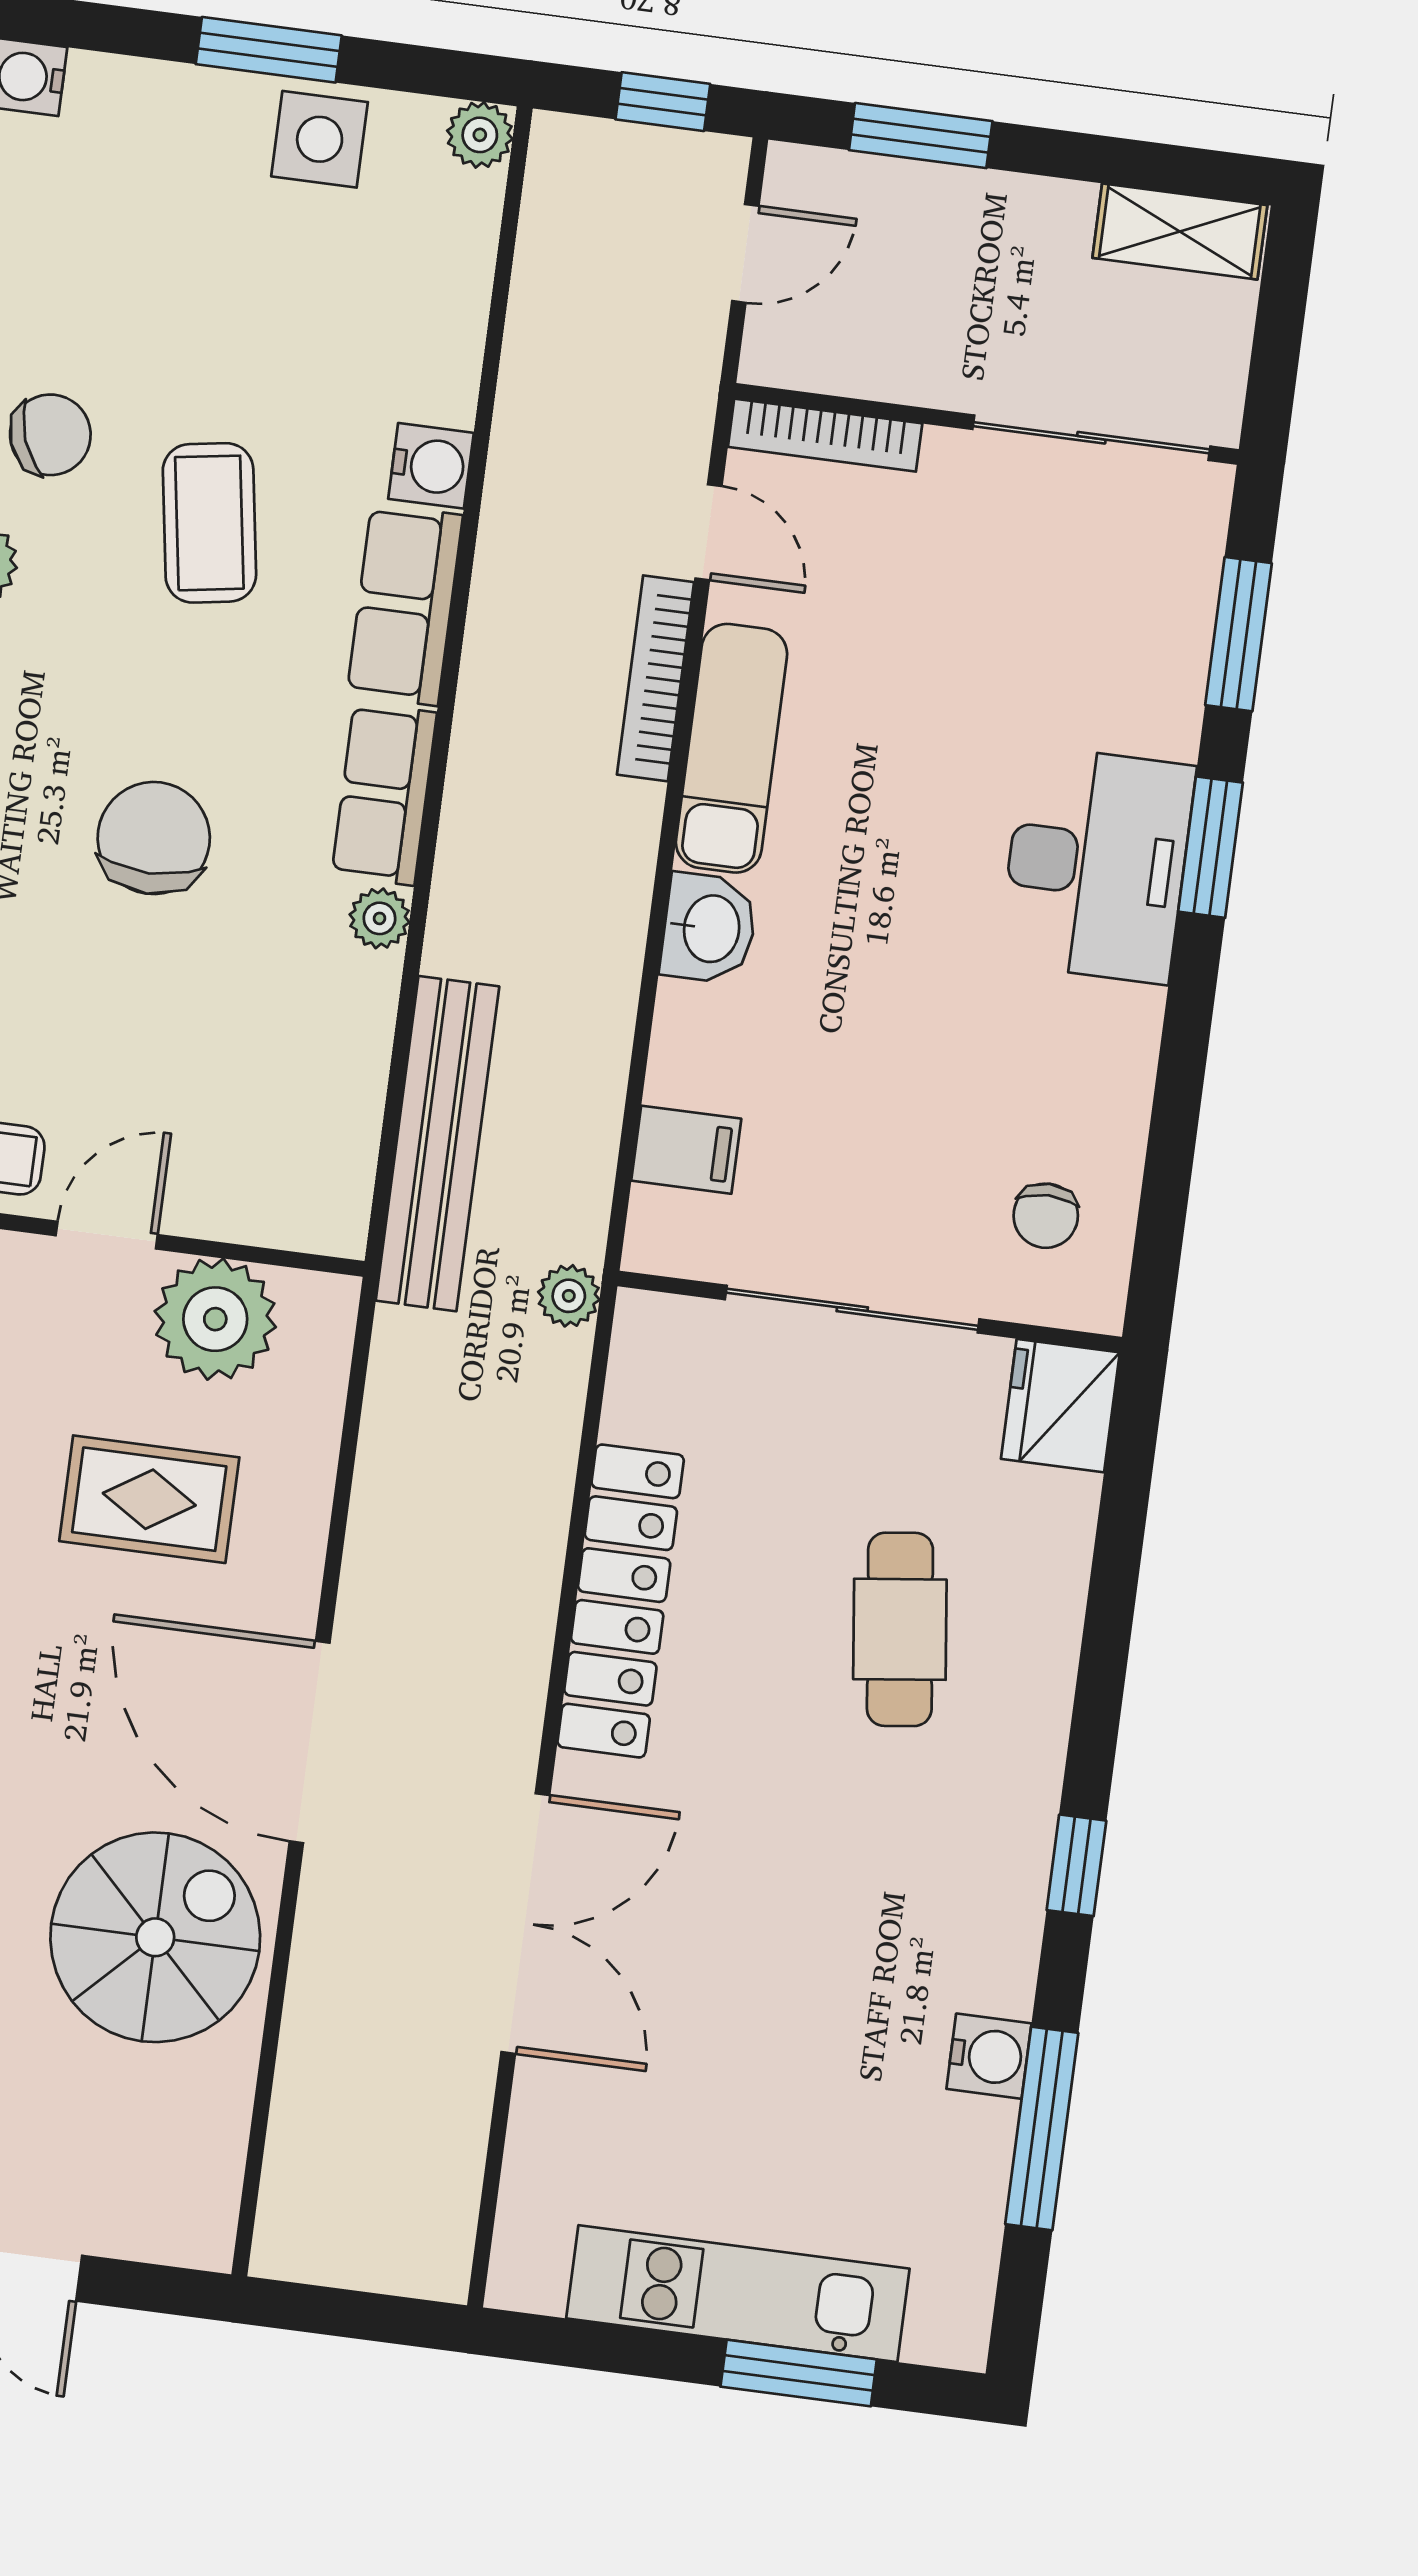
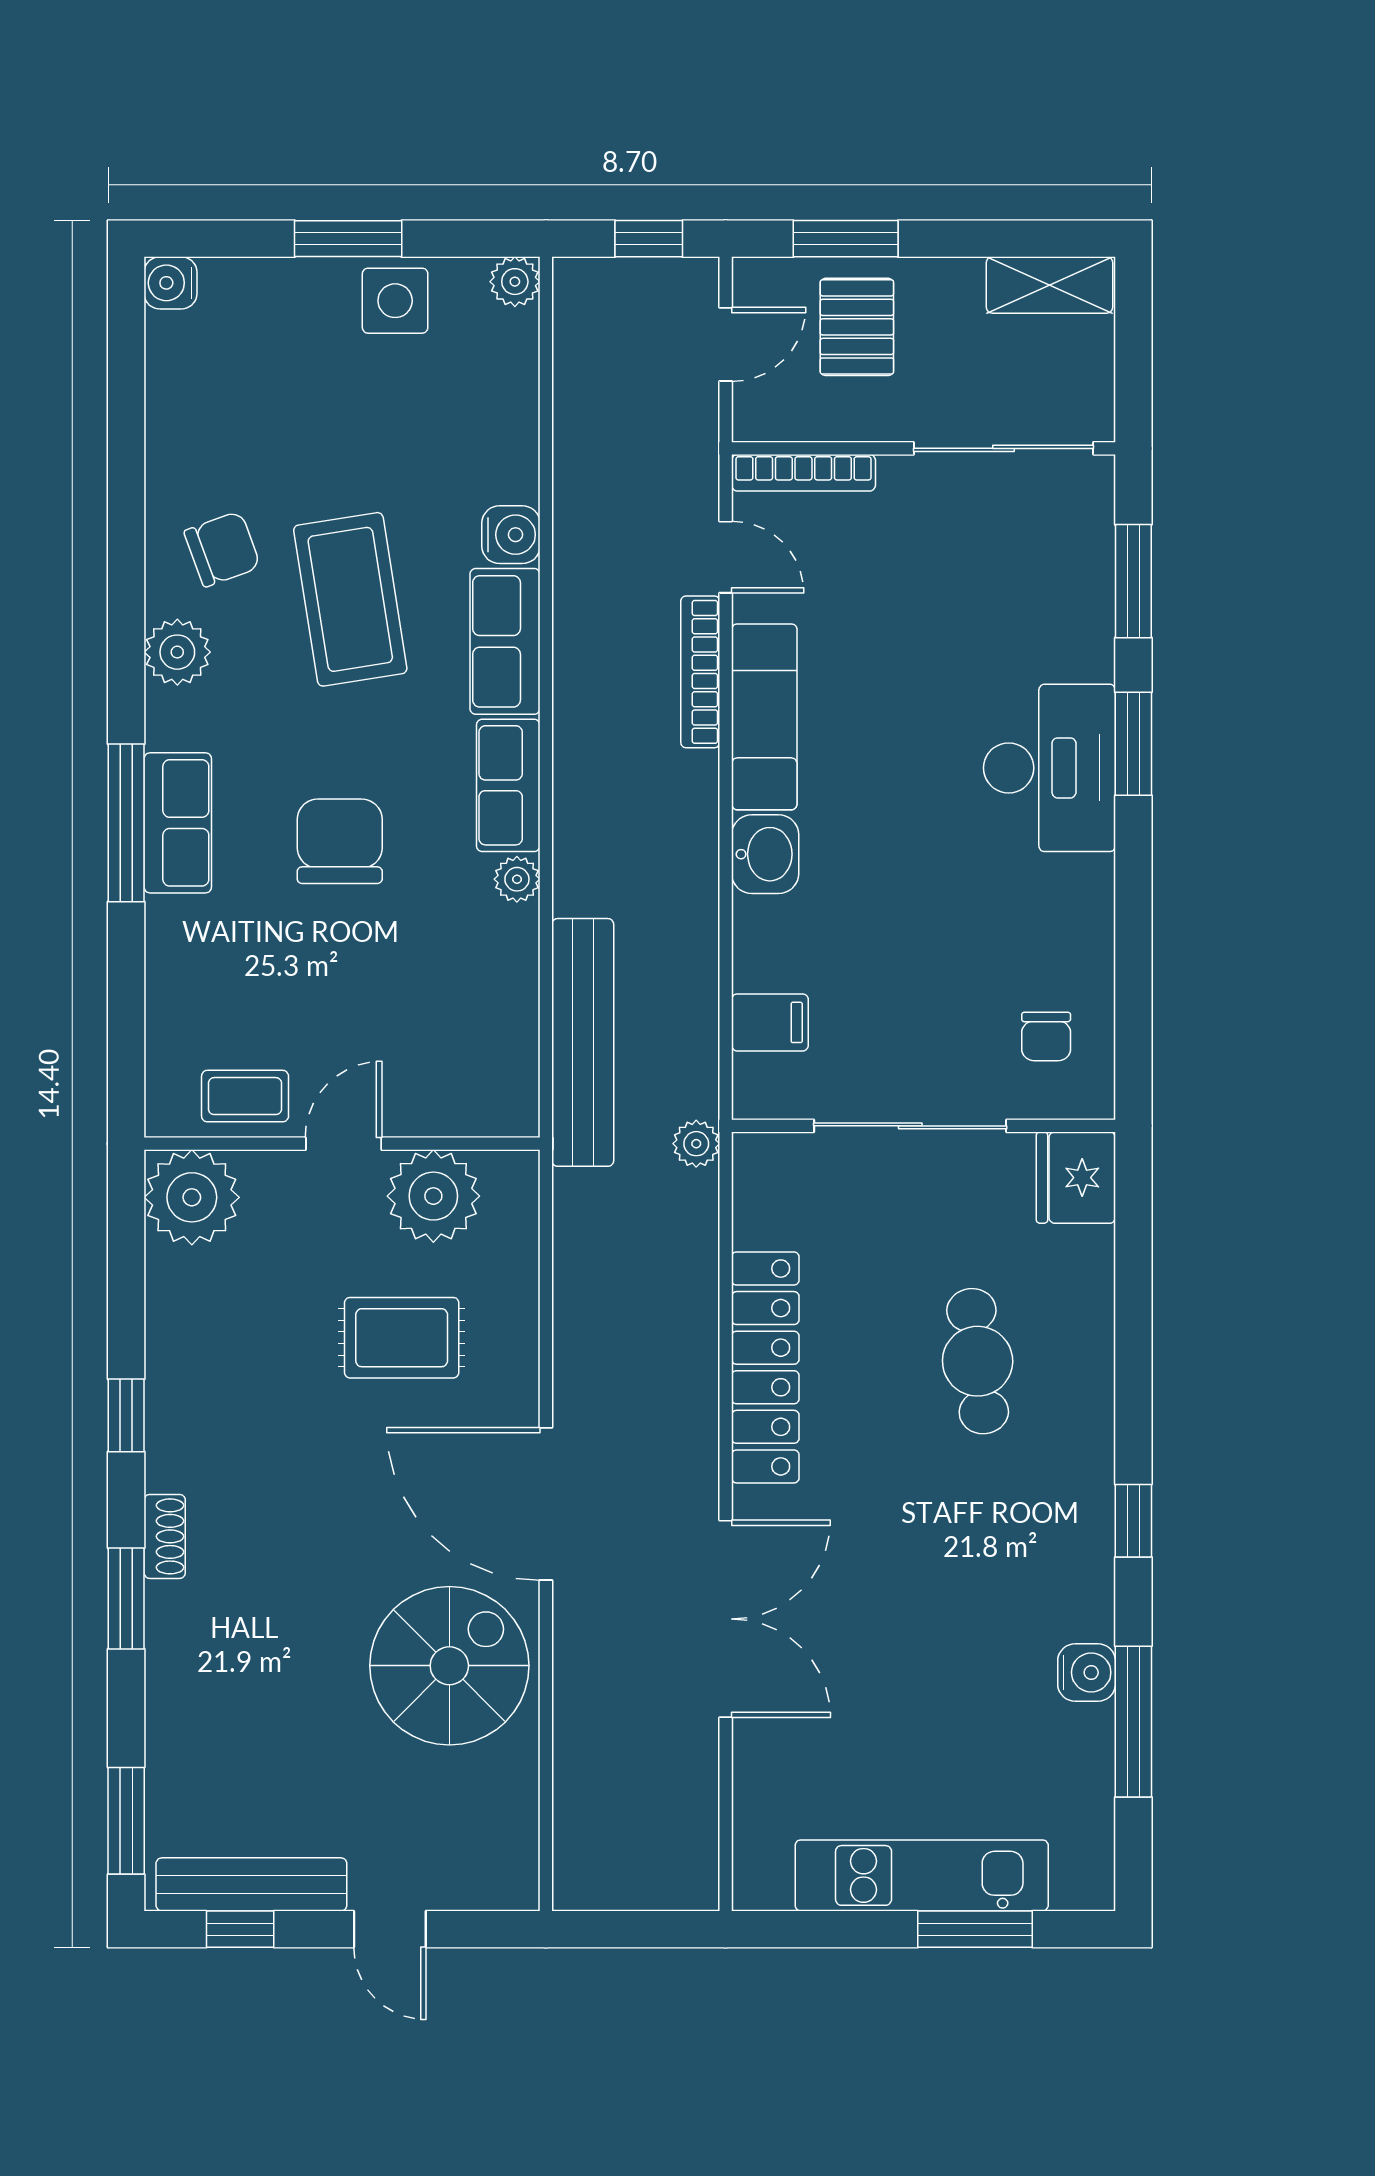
pallet: (920, 253) -> (857, 327), added
coffee table: (209, 523) -> (350, 599), width x1.36, depth x1.32

